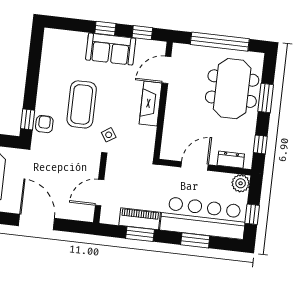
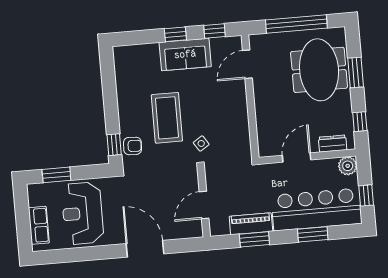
fireplace: (151, 104) -> (238, 102), removed
armchair: (44, 124) -> (133, 146), turned 93

